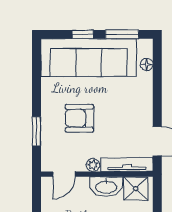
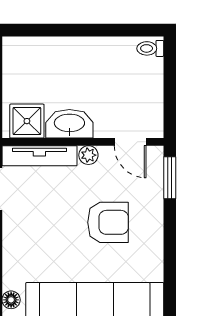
window: (37, 131) -> (170, 178), moved
door: (64, 174) -> (130, 142), swing flipped

